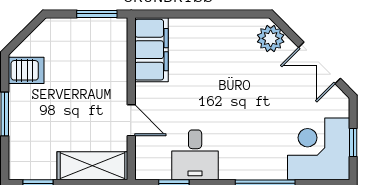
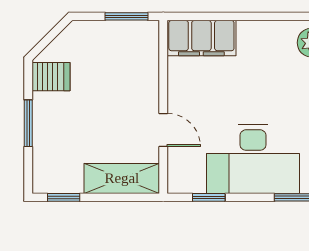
filing cabinet: (151, 50) -> (201, 38), moved, turned 90
desk: (195, 155) -> (253, 159), width x1.87, depth x1.30

